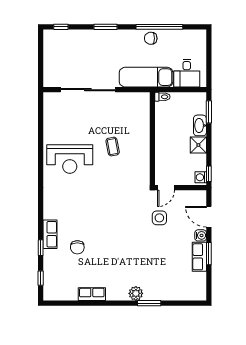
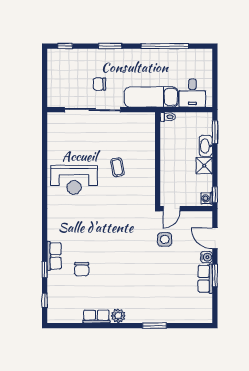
chair: (151, 38) -> (99, 84), moved
plant: (136, 293) -> (118, 316), moved

